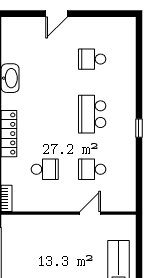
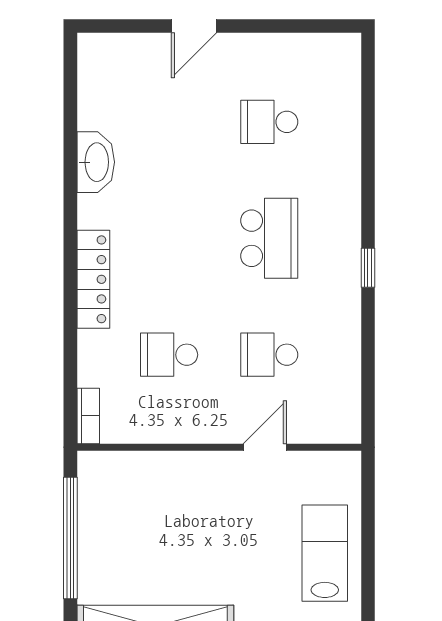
school desk: (92, 114) -> (269, 238), turned 180
school desk: (45, 169) -> (169, 355), turned 180

